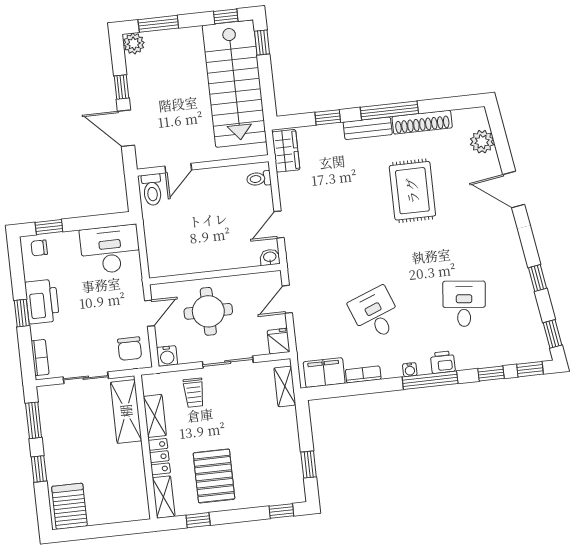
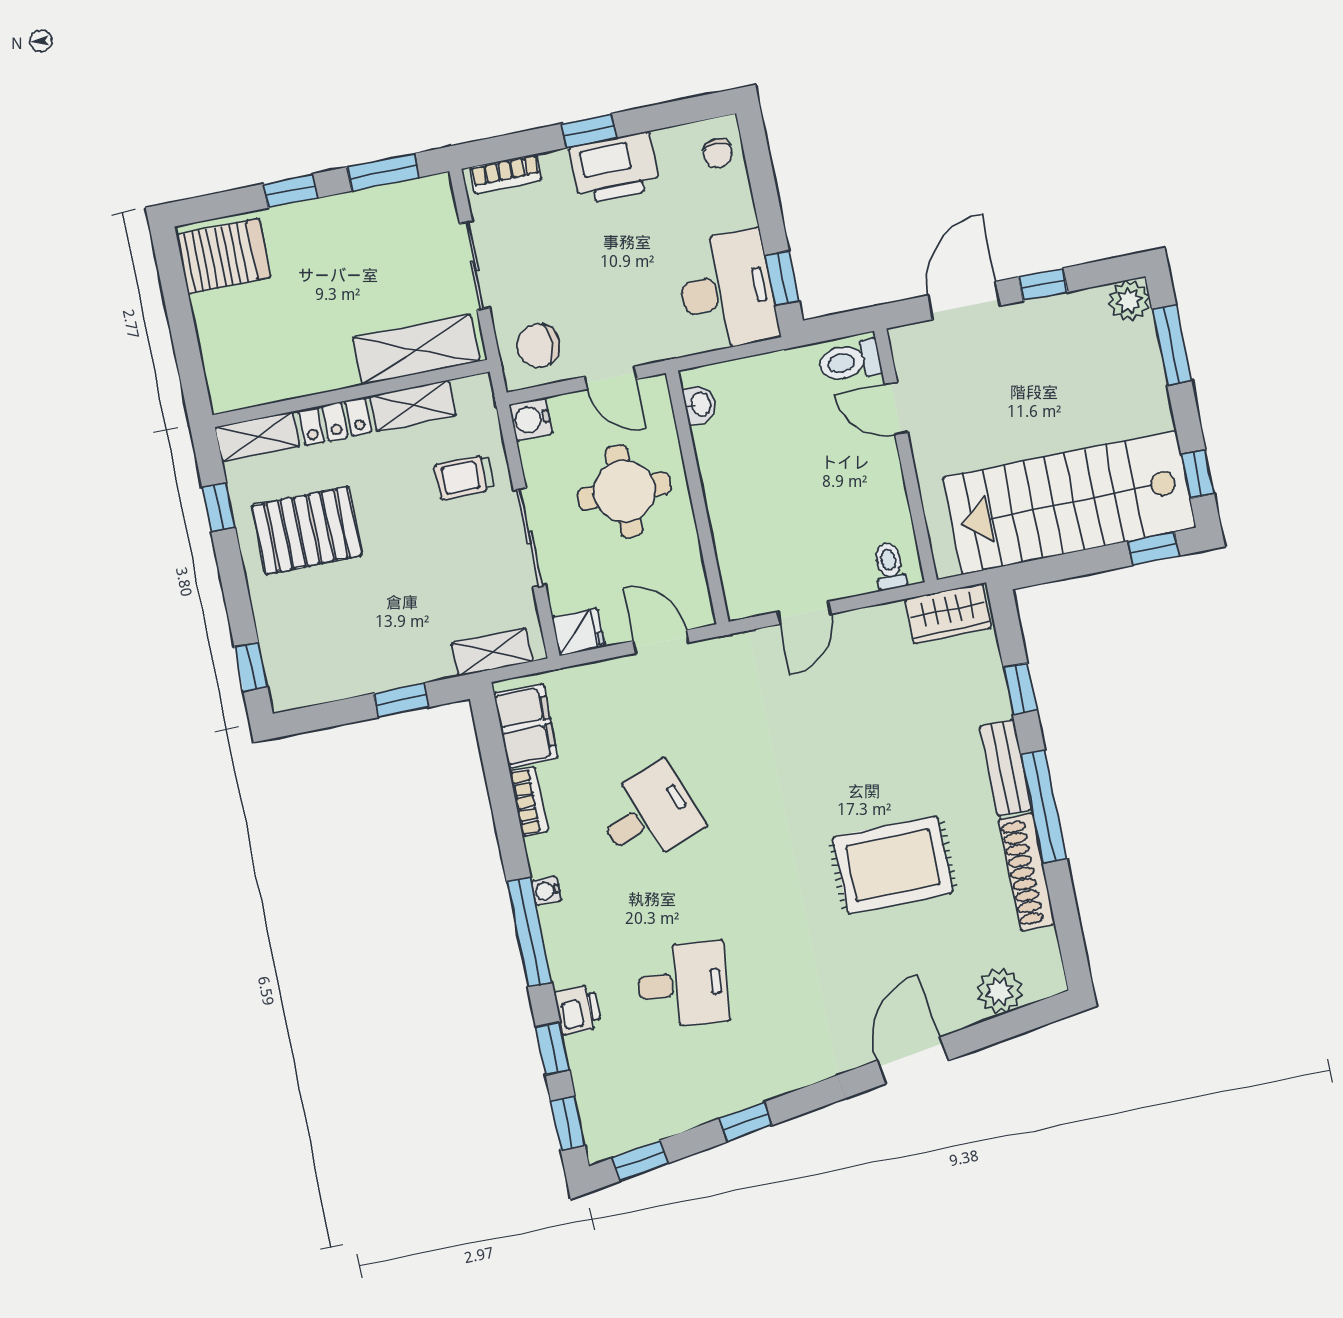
door: (279, 225) -> (804, 613), swing flipped
window: (49, 227) -> (782, 278), moved
chair: (39, 248) -> (718, 153), turned 180
washbasin: (270, 257) -> (700, 404), moved
printer: (443, 362) -> (578, 1010), moved
window: (309, 464) -> (401, 700), moved

